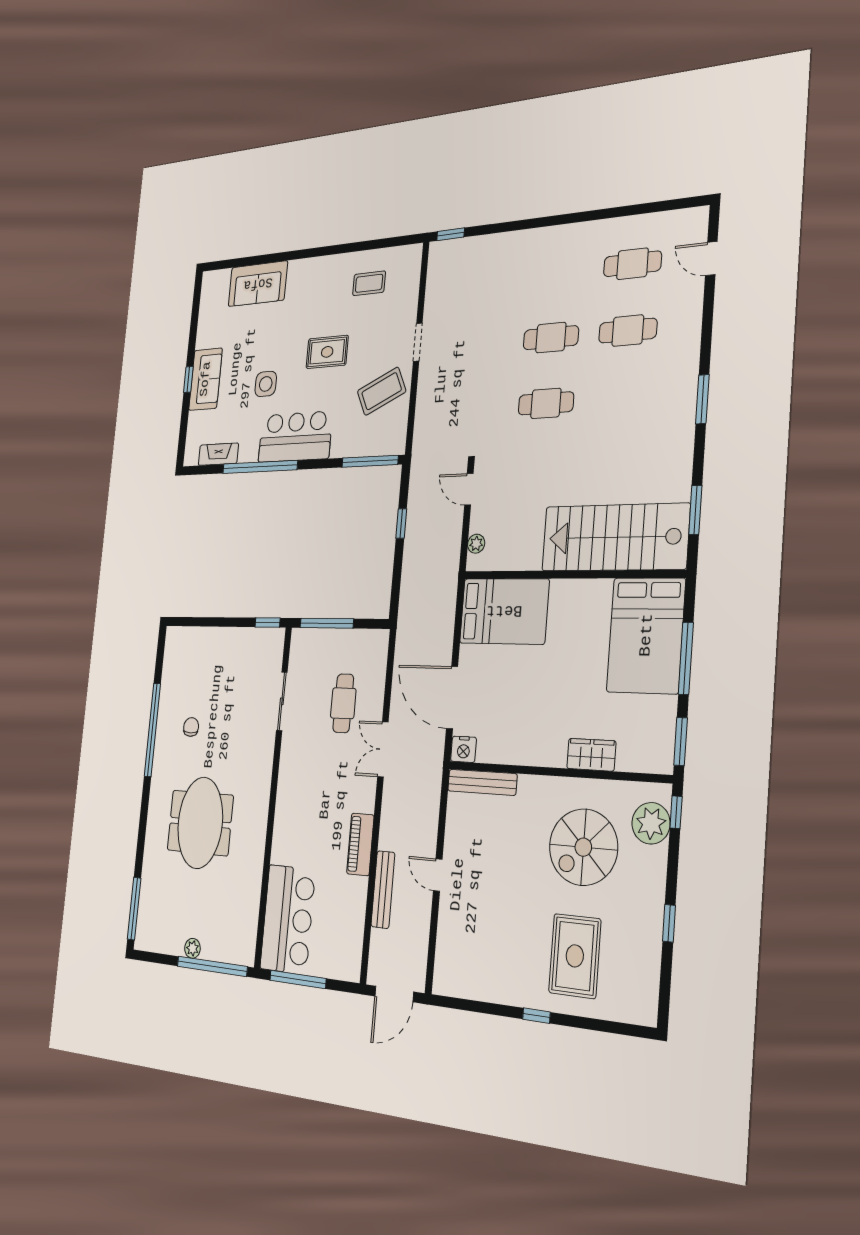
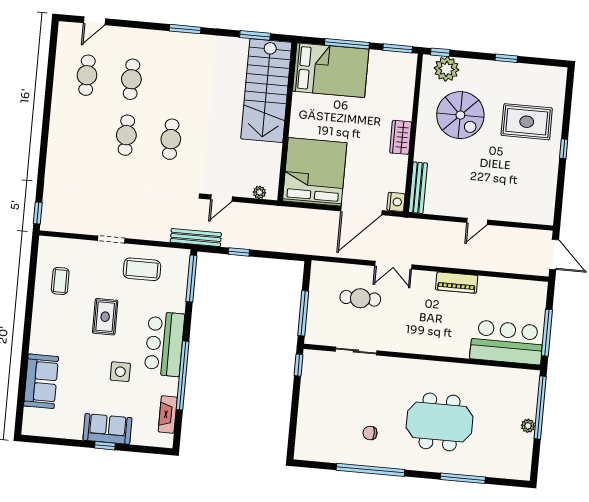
coffee table: (382, 391) -> (142, 269), turned -65
bed: (504, 611) -> (315, 172), width x1.36
wardrobe: (591, 755) -> (401, 137), moved
bench: (383, 890) -> (196, 238), moved
window: (134, 909) -> (463, 478), moved

